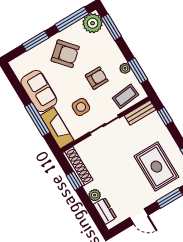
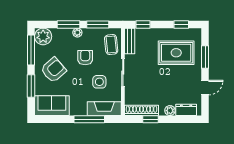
window: (111, 27) -> (68, 24), moved
plant: (125, 68) -> (77, 33), moved
sofa: (39, 91) -> (52, 106), moved

